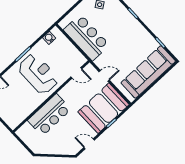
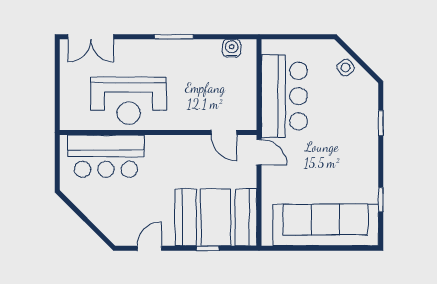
reception desk: (38, 74) -> (129, 101), moved, turned 90
door: (104, 76) -> (259, 152), moved
bar counter: (49, 115) -> (106, 156), moved
door: (89, 144) -> (149, 248), hinge flipped

